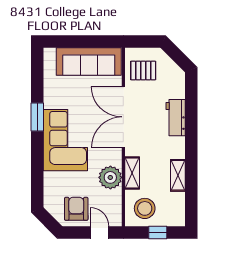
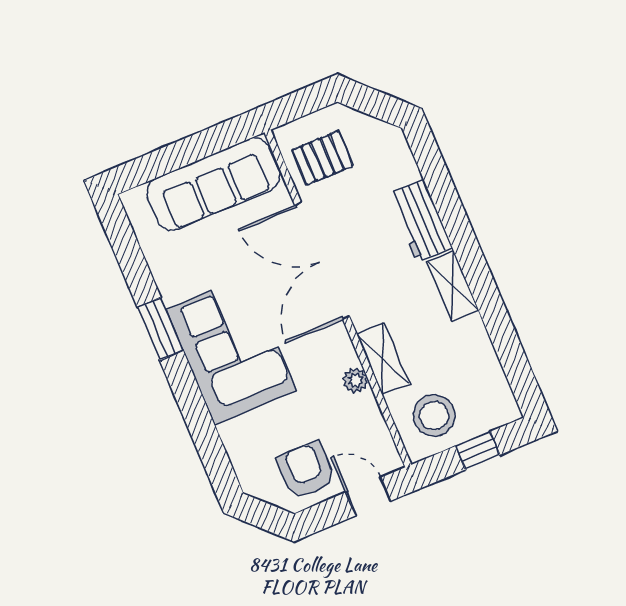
shelving: (178, 175) -> (453, 286), moved
plant: (110, 177) -> (355, 380), width x0.53, depth x0.53

